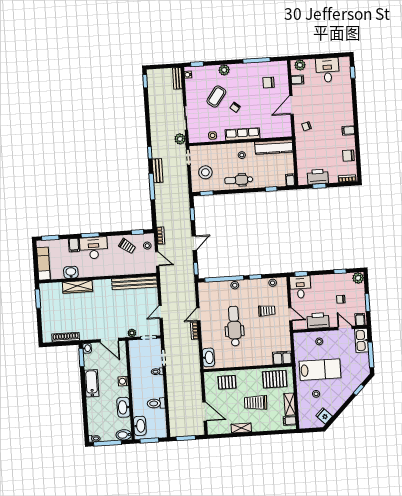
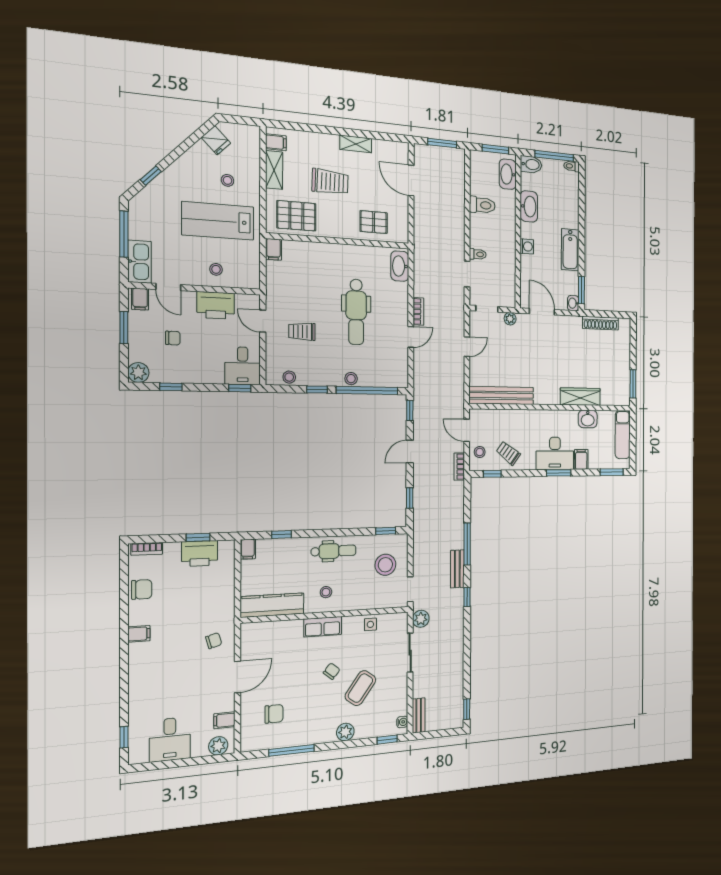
row of seats: (242, 134) -> (323, 627), width x0.68
filing cabinet: (282, 358) -> (273, 249), width x0.50

